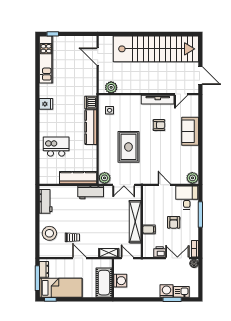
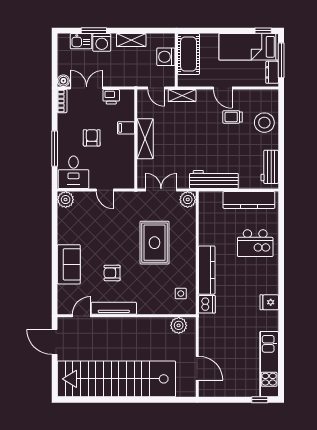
kitchen counter: (78, 178) -> (249, 200), moved
workbench: (91, 192) -> (214, 180), width x1.38
shelving: (135, 222) -> (145, 139), width x0.68
double door: (177, 258) -> (87, 88), swing flipped
shelving: (145, 293) -> (131, 40), added

